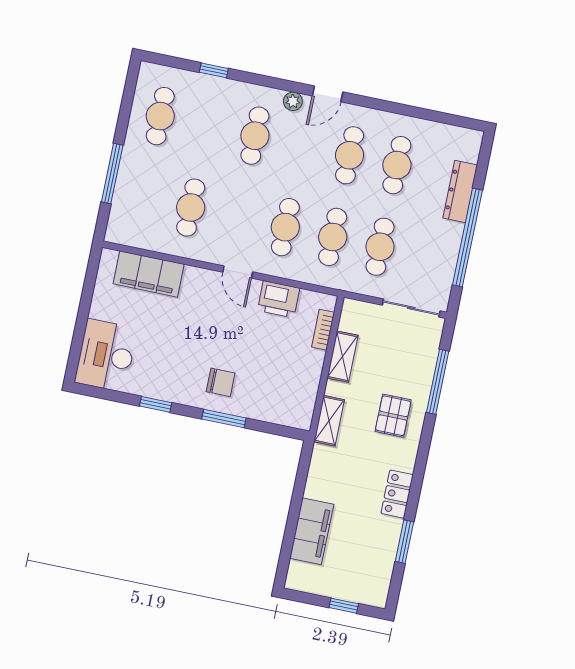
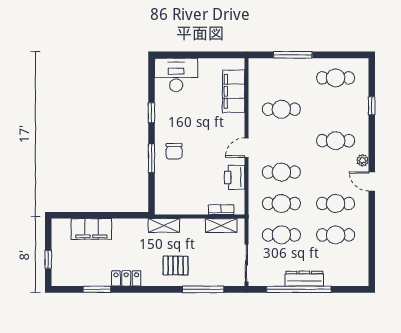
dresser: (460, 191) -> (304, 279), moved
shelving: (343, 357) -> (221, 226), moved

